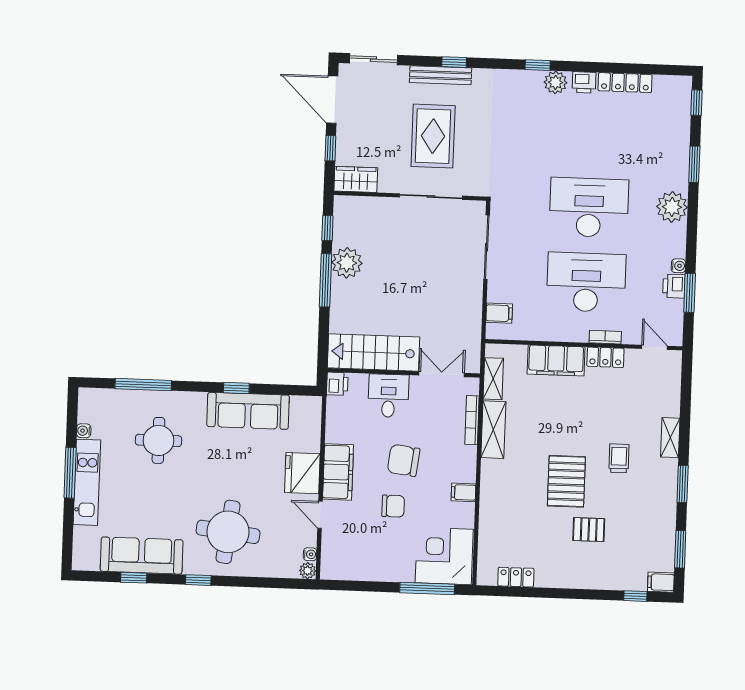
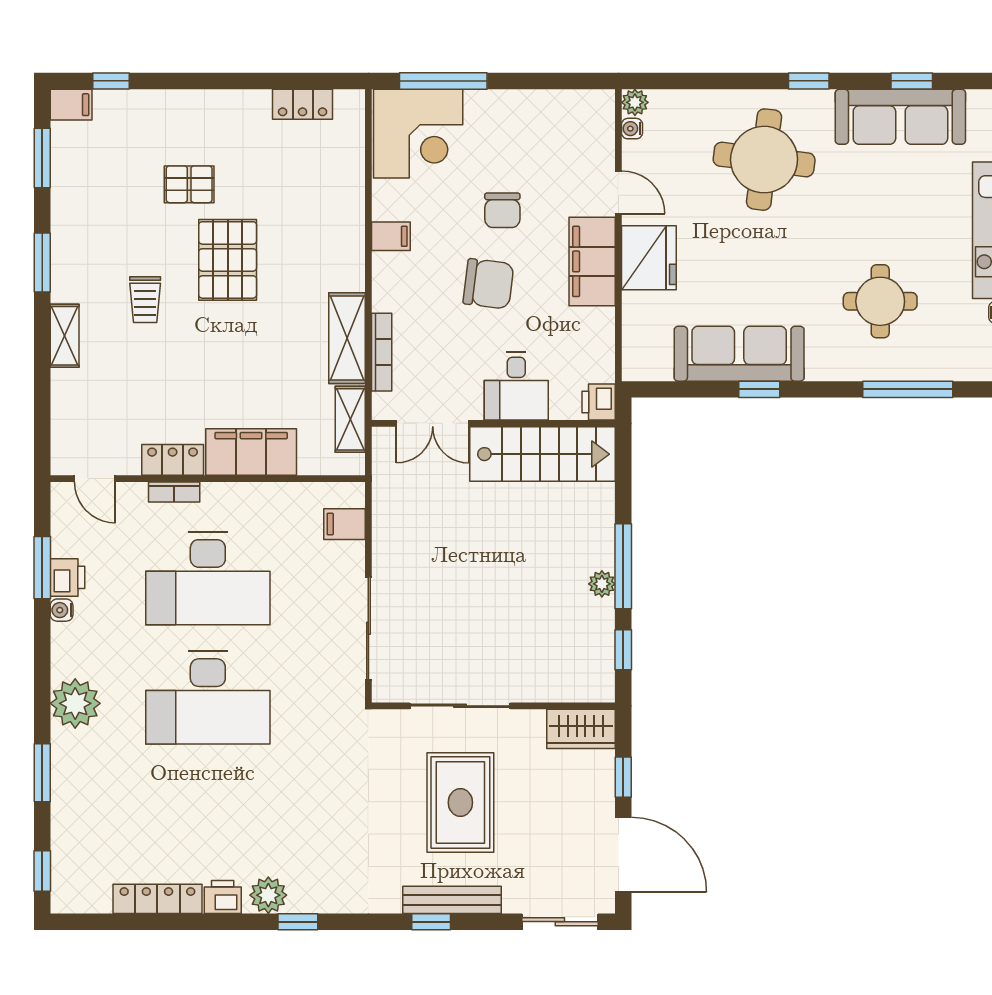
plant: (347, 263) -> (602, 584), width x0.53, depth x0.53
chair: (393, 506) -> (502, 210), turned -90

